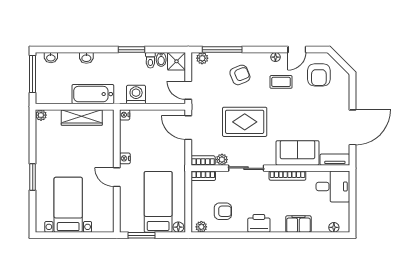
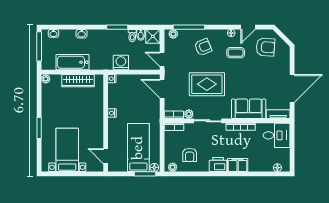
armchair: (319, 75) -> (266, 47), turned -86
bathtub: (93, 94) -> (73, 62), moved
door: (117, 177) -> (106, 156), moved
armchair: (223, 211) -> (190, 155), turned 90
filing cabinet: (298, 224) -> (238, 165), moved
window: (141, 235) -> (145, 174), moved

